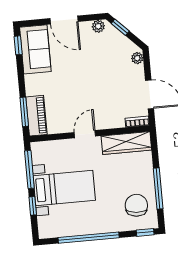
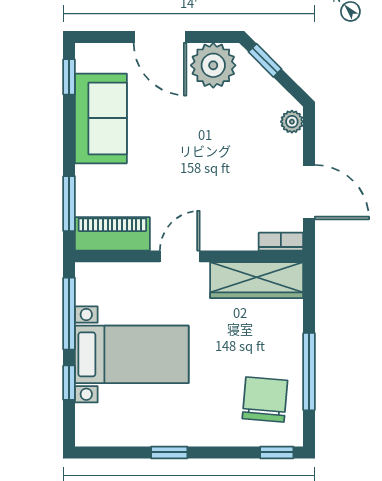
plant: (98, 26) -> (213, 65), width x1.88, depth x1.88
sofa: (35, 49) -> (101, 118), moved
piano: (36, 116) -> (112, 234), moved, turned -90
window: (89, 238) -> (169, 452), width x0.32

